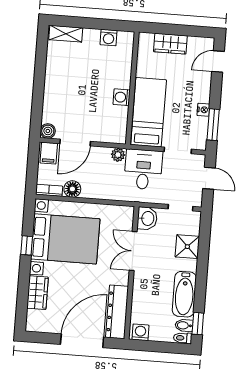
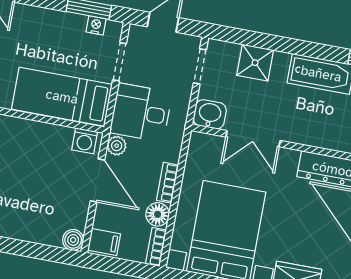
washing machine: (122, 97) -> (85, 141), moved
nightstand: (203, 110) -> (96, 25), moved
door: (75, 143) -> (98, 180), moved
bookcase: (96, 194) -> (168, 183), added

